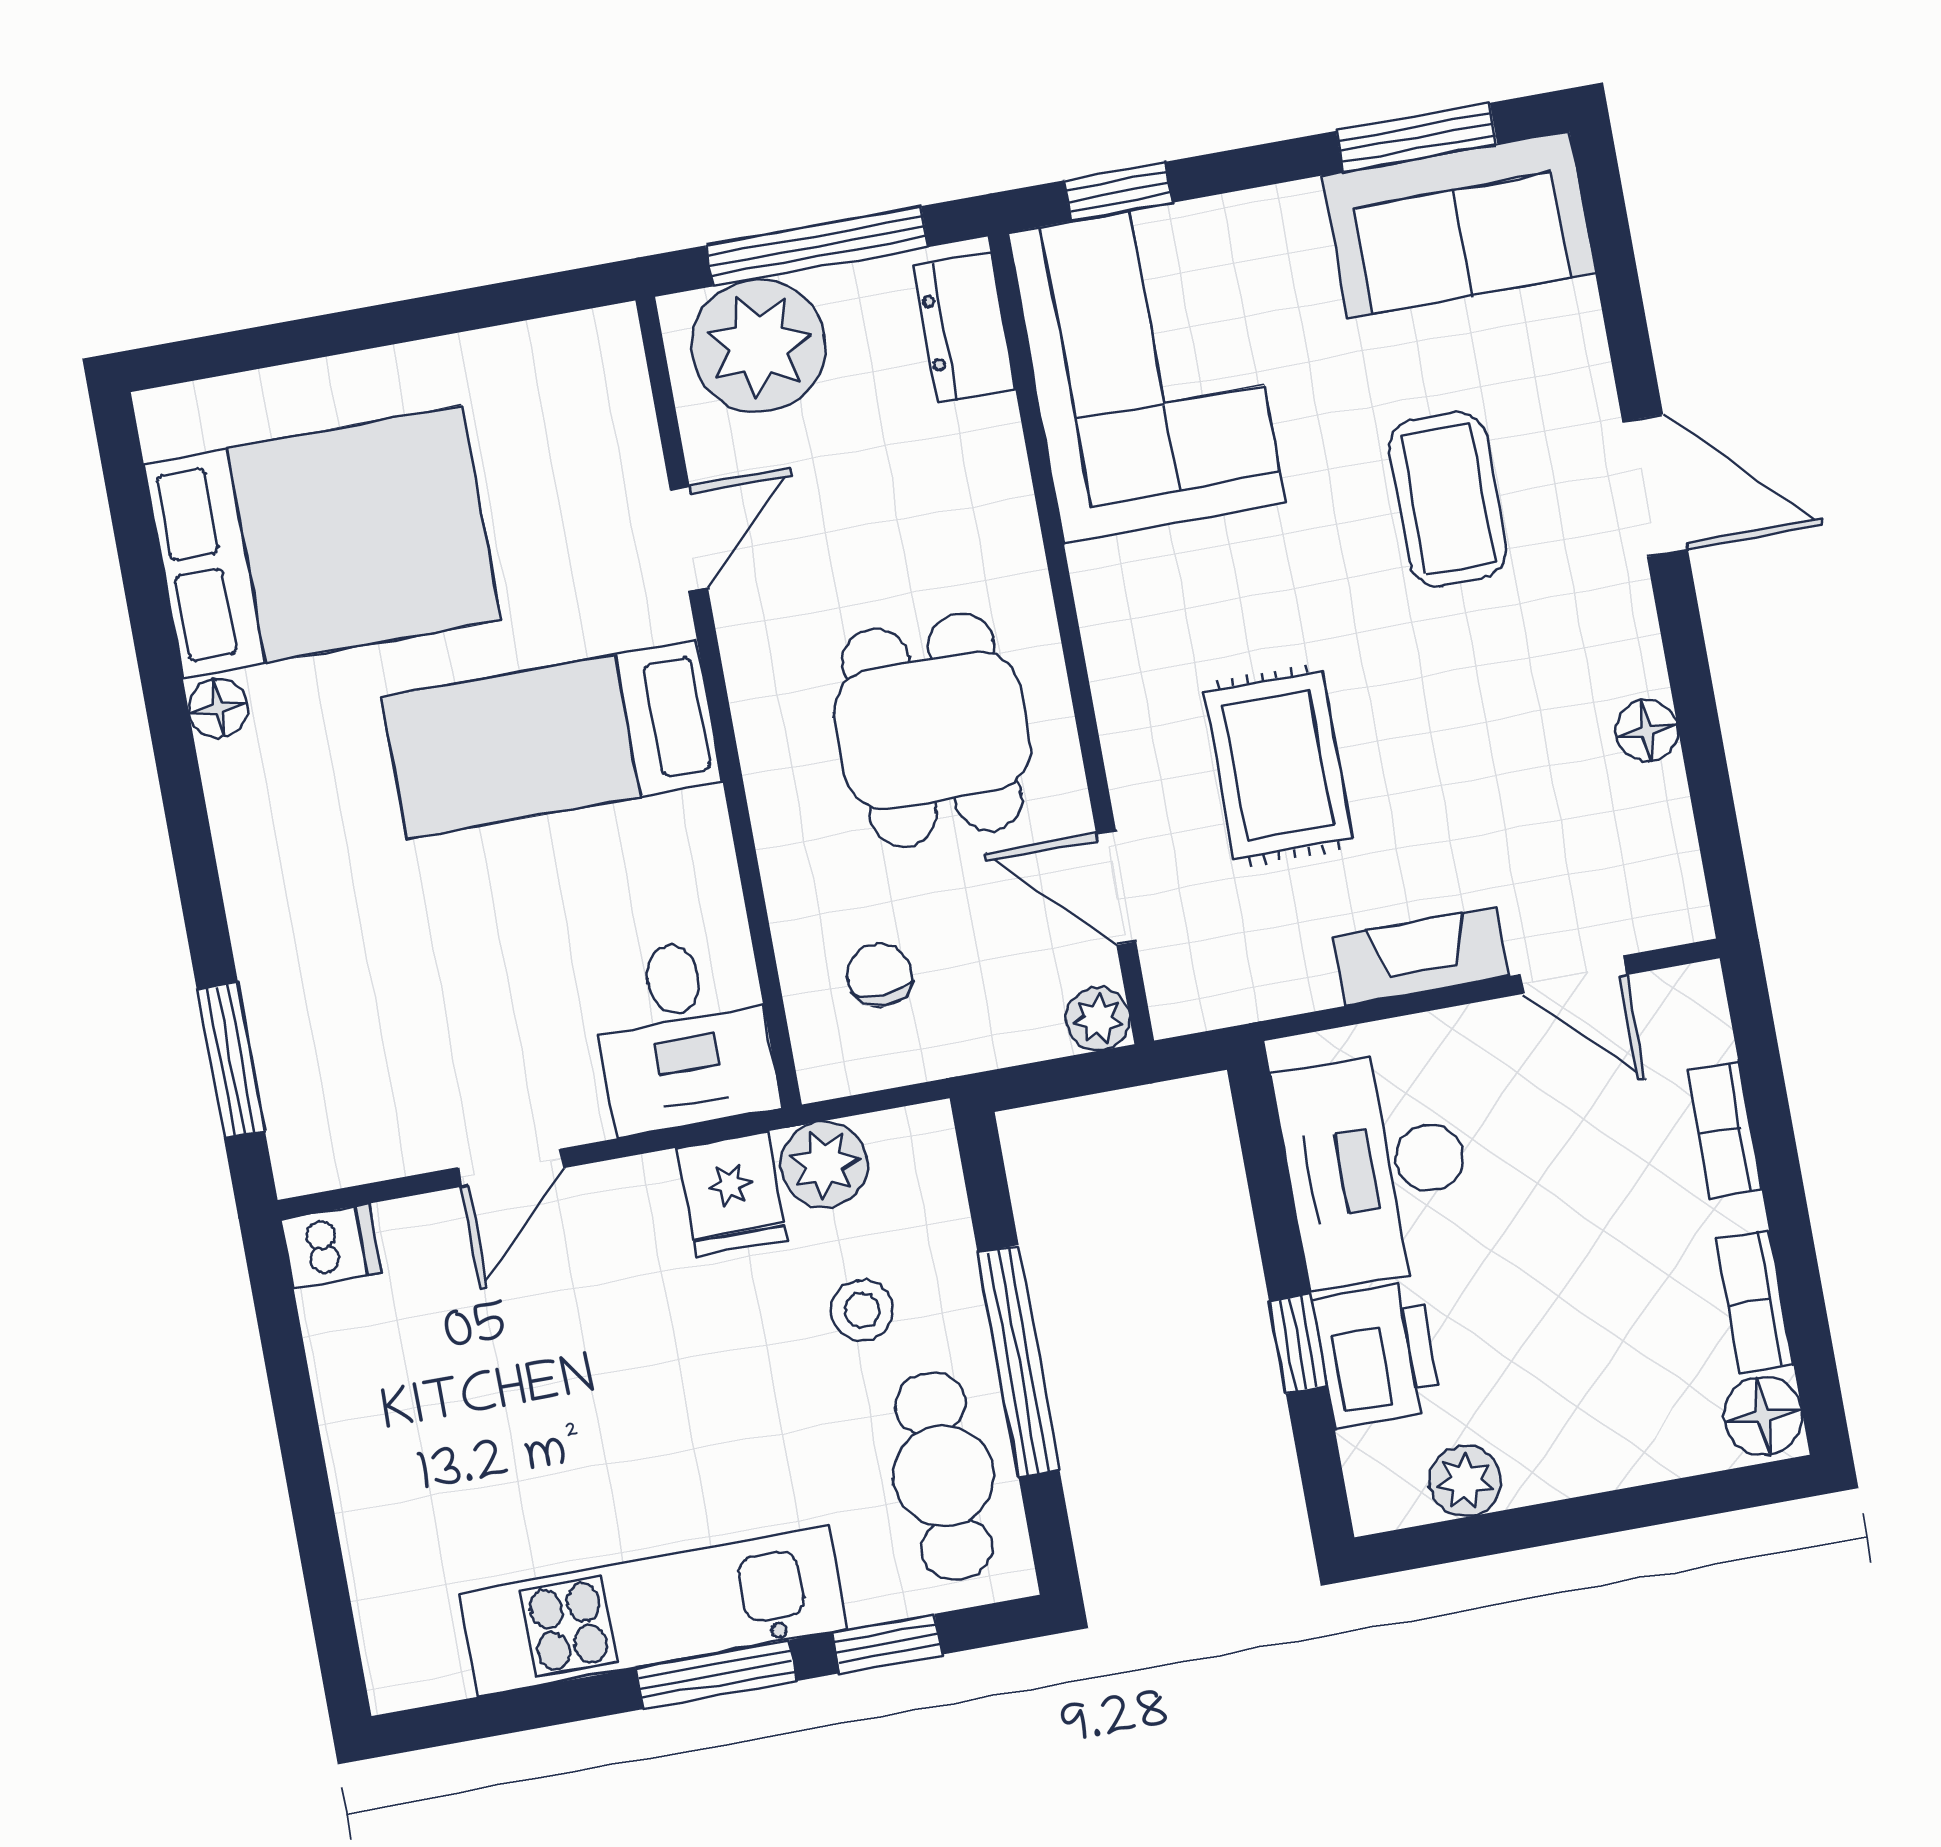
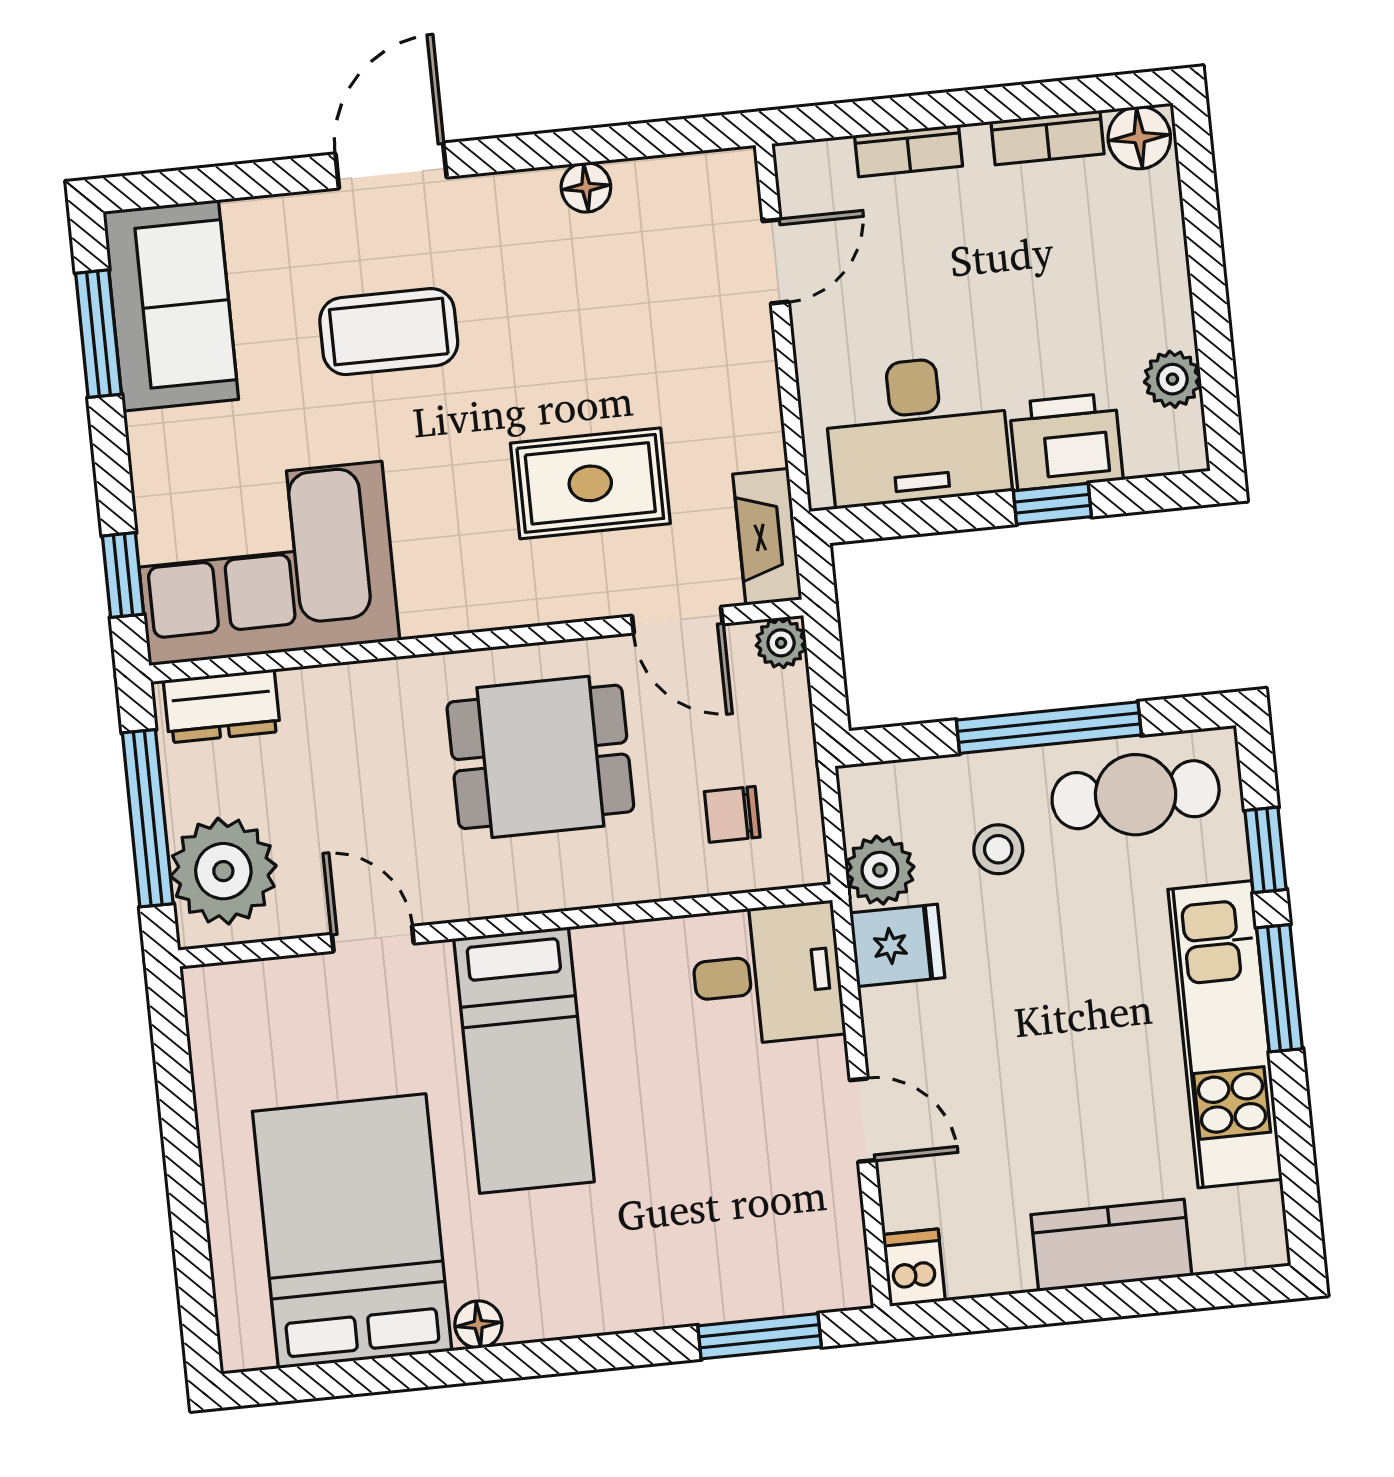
door: (1116, 887) -> (677, 620), hinge flipped
fireplace: (1421, 956) -> (767, 537), moved
kitchen counter: (379, 1490) -> (1111, 1245), added

